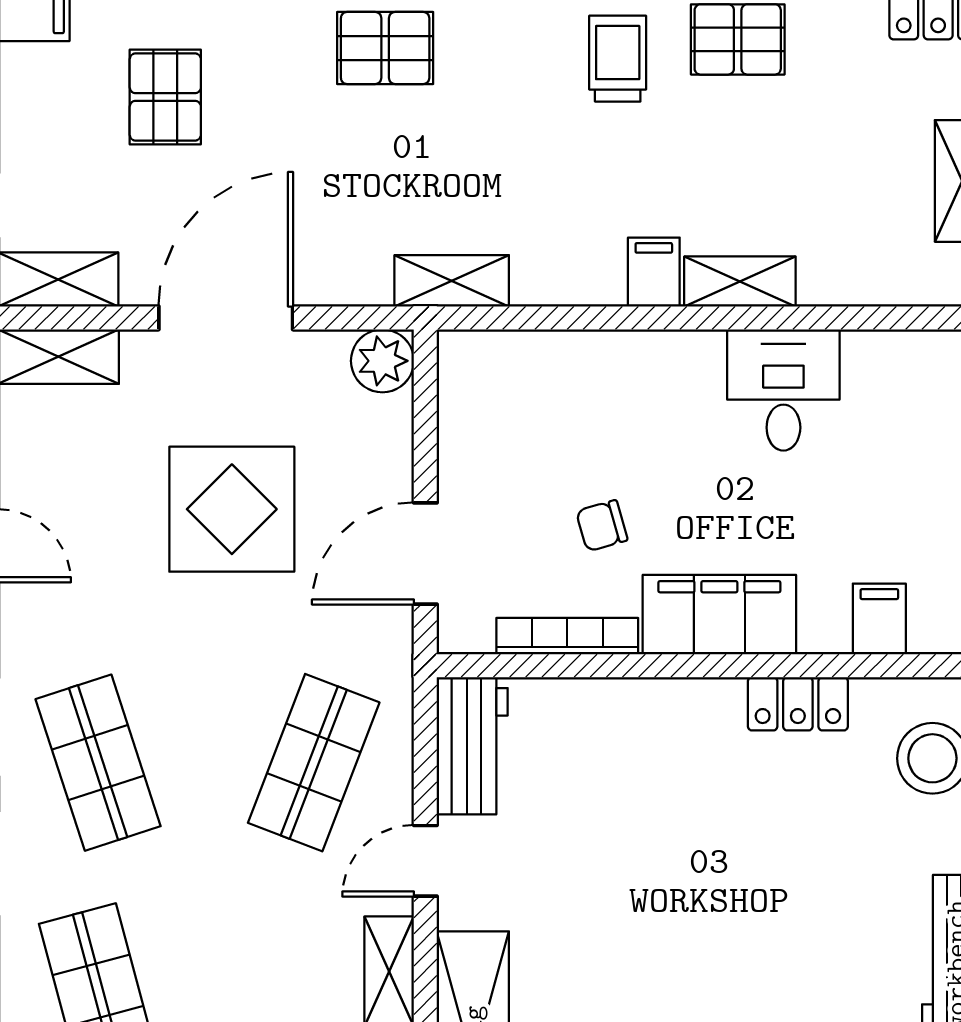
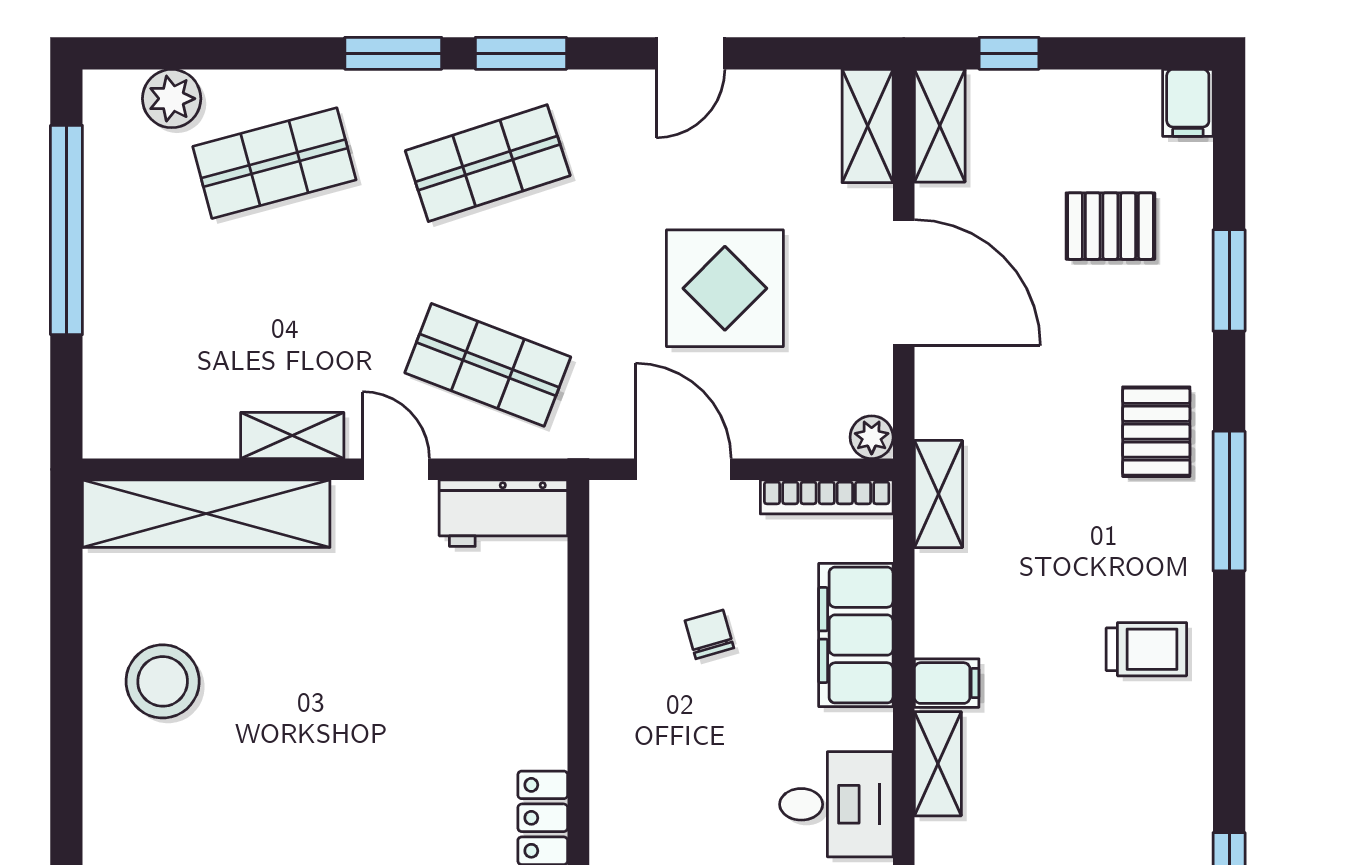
pallet: (738, 39) -> (1164, 762), removed
plant: (382, 361) -> (872, 437), width x0.73, depth x0.73
filing cabinet: (719, 615) -> (856, 635), moved, turned 180
bookcase: (567, 636) -> (827, 497), moved, turned 90

